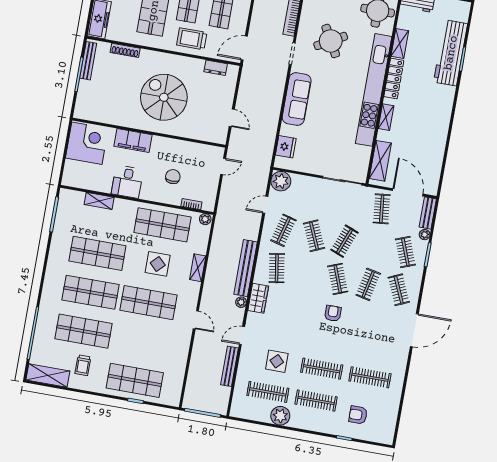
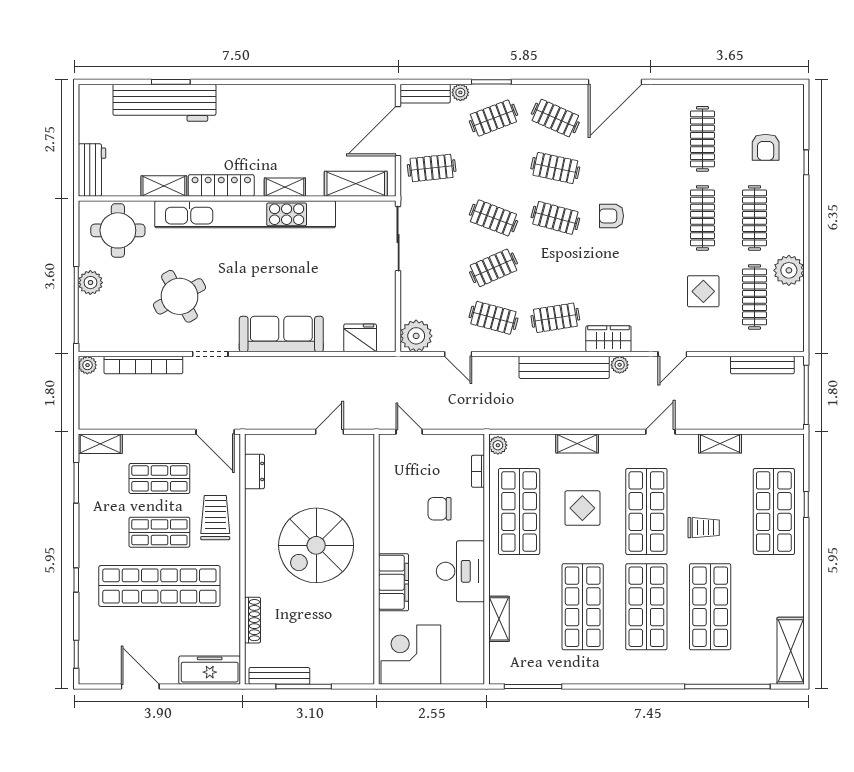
trolley: (192, 39) -> (215, 518), turned 180
desk: (127, 182) -> (460, 571), width x1.37
clothes rail: (338, 279) -> (555, 218), turned 36
clothes rail: (399, 290) -> (555, 118), turned 48
door: (414, 330) -> (615, 82), swing flipped
door: (242, 336) -> (672, 354), hinge flipped
shelving: (182, 355) -> (720, 443), added
trolley: (83, 365) -> (704, 528), moved
bench: (229, 366) -> (762, 365), moved

